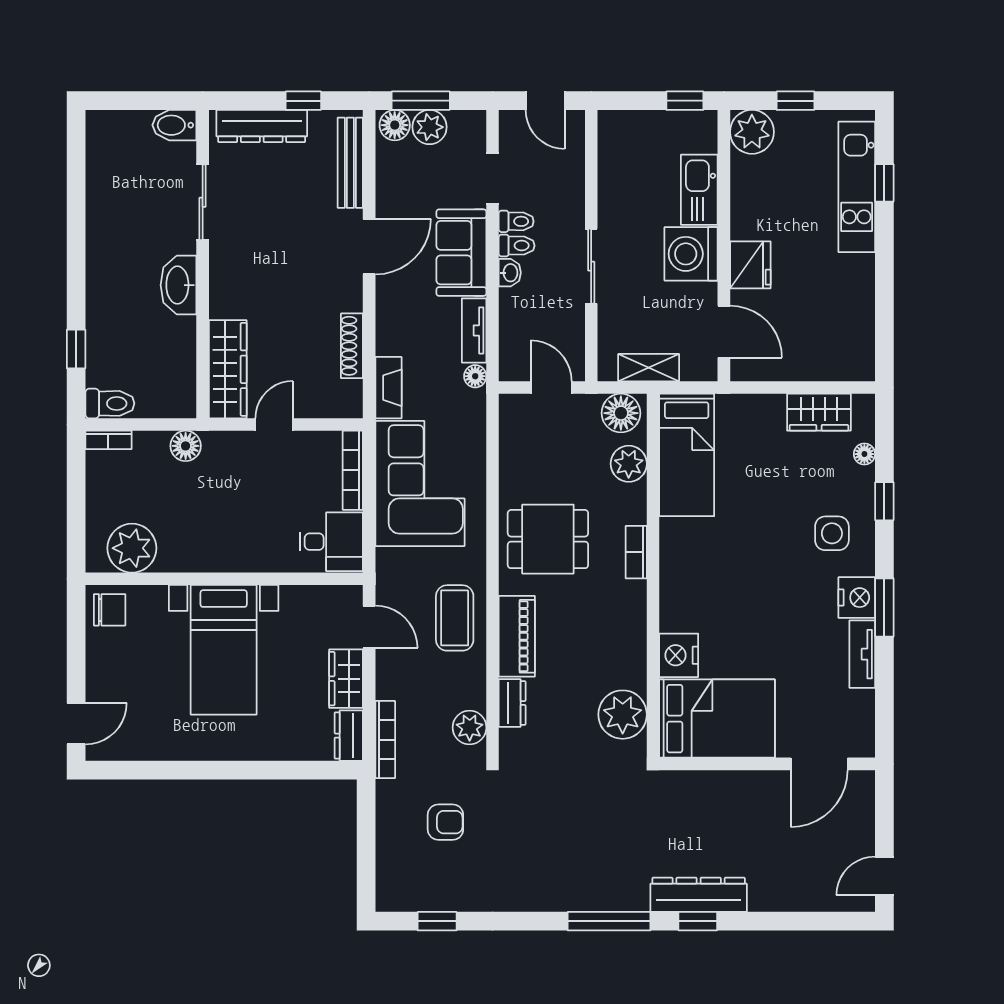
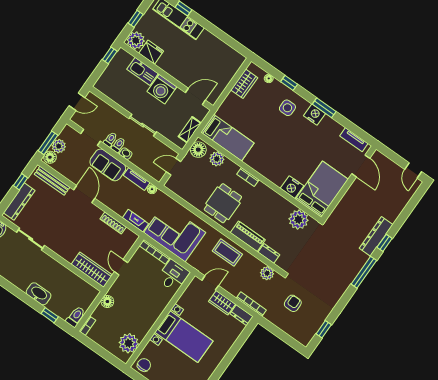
fridge: (750, 265) -> (151, 52), moved
washbasin: (178, 285) -> (39, 294), moved, turned 180
tv unit: (862, 654) -> (354, 140), moved

